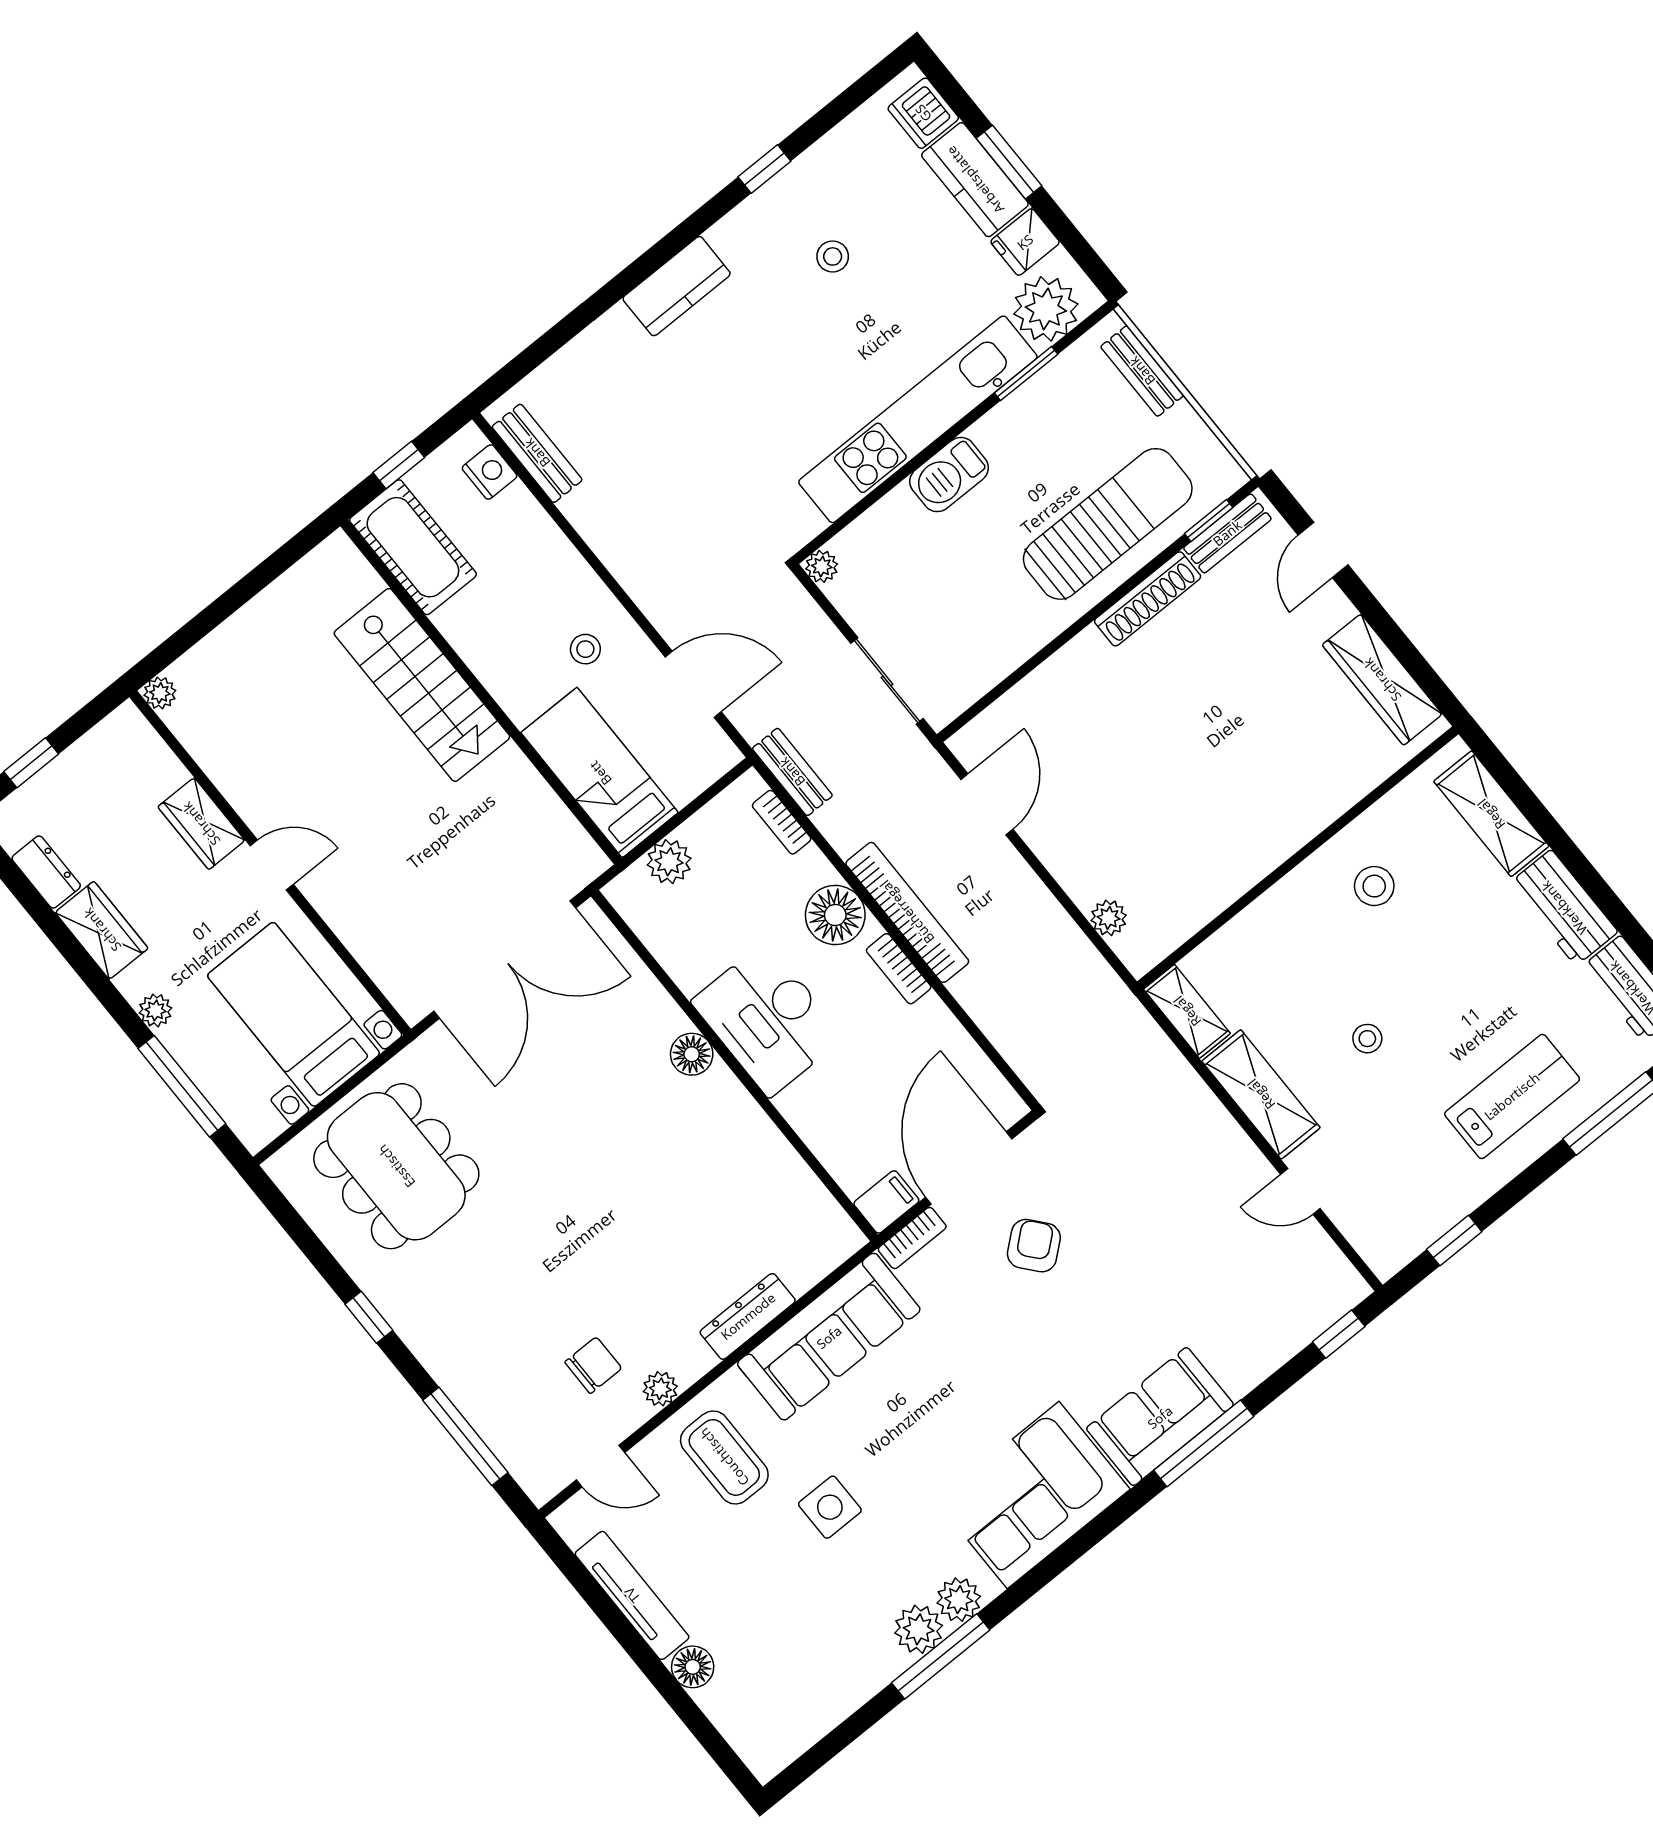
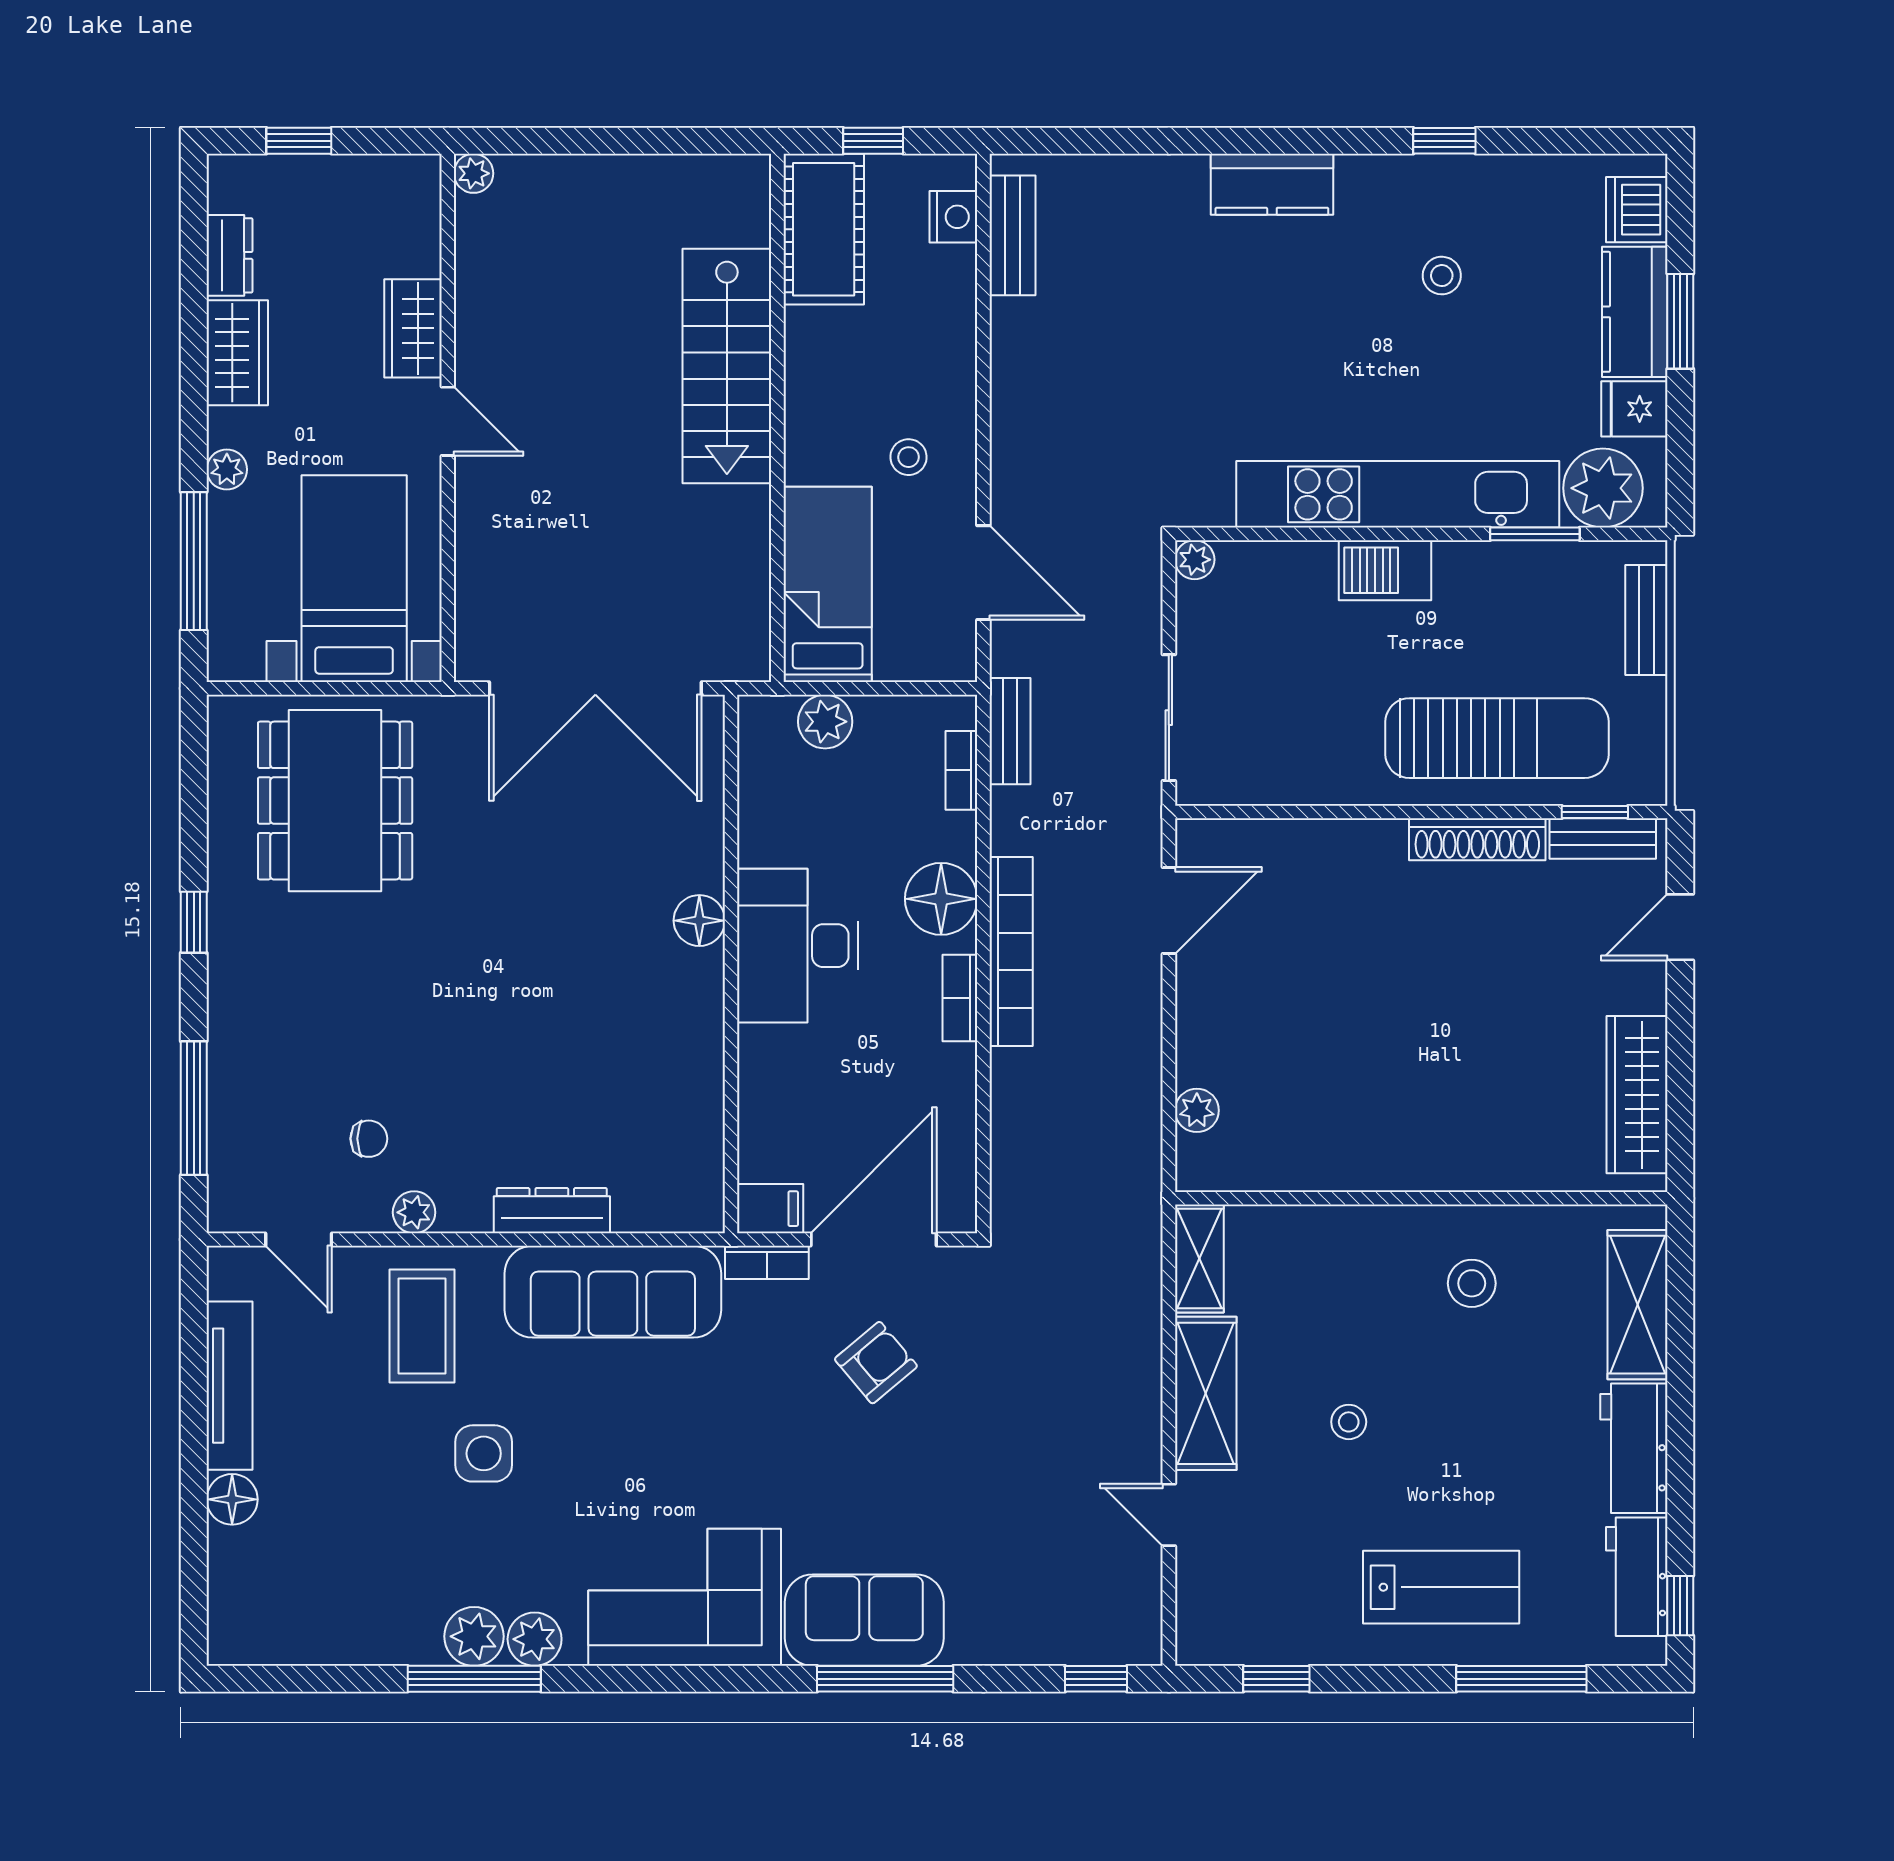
chair: (593, 1365) -> (369, 1139), width x0.73, depth x0.73

